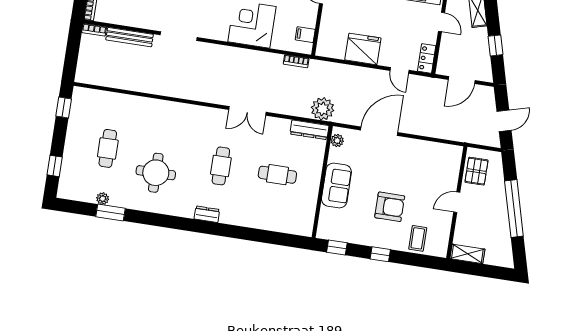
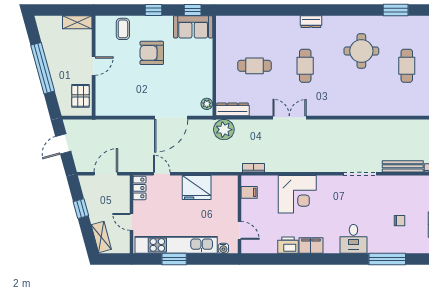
sofa: (336, 186) -> (193, 27), moved, turned -90
plant: (103, 199) -> (404, 21), removed

